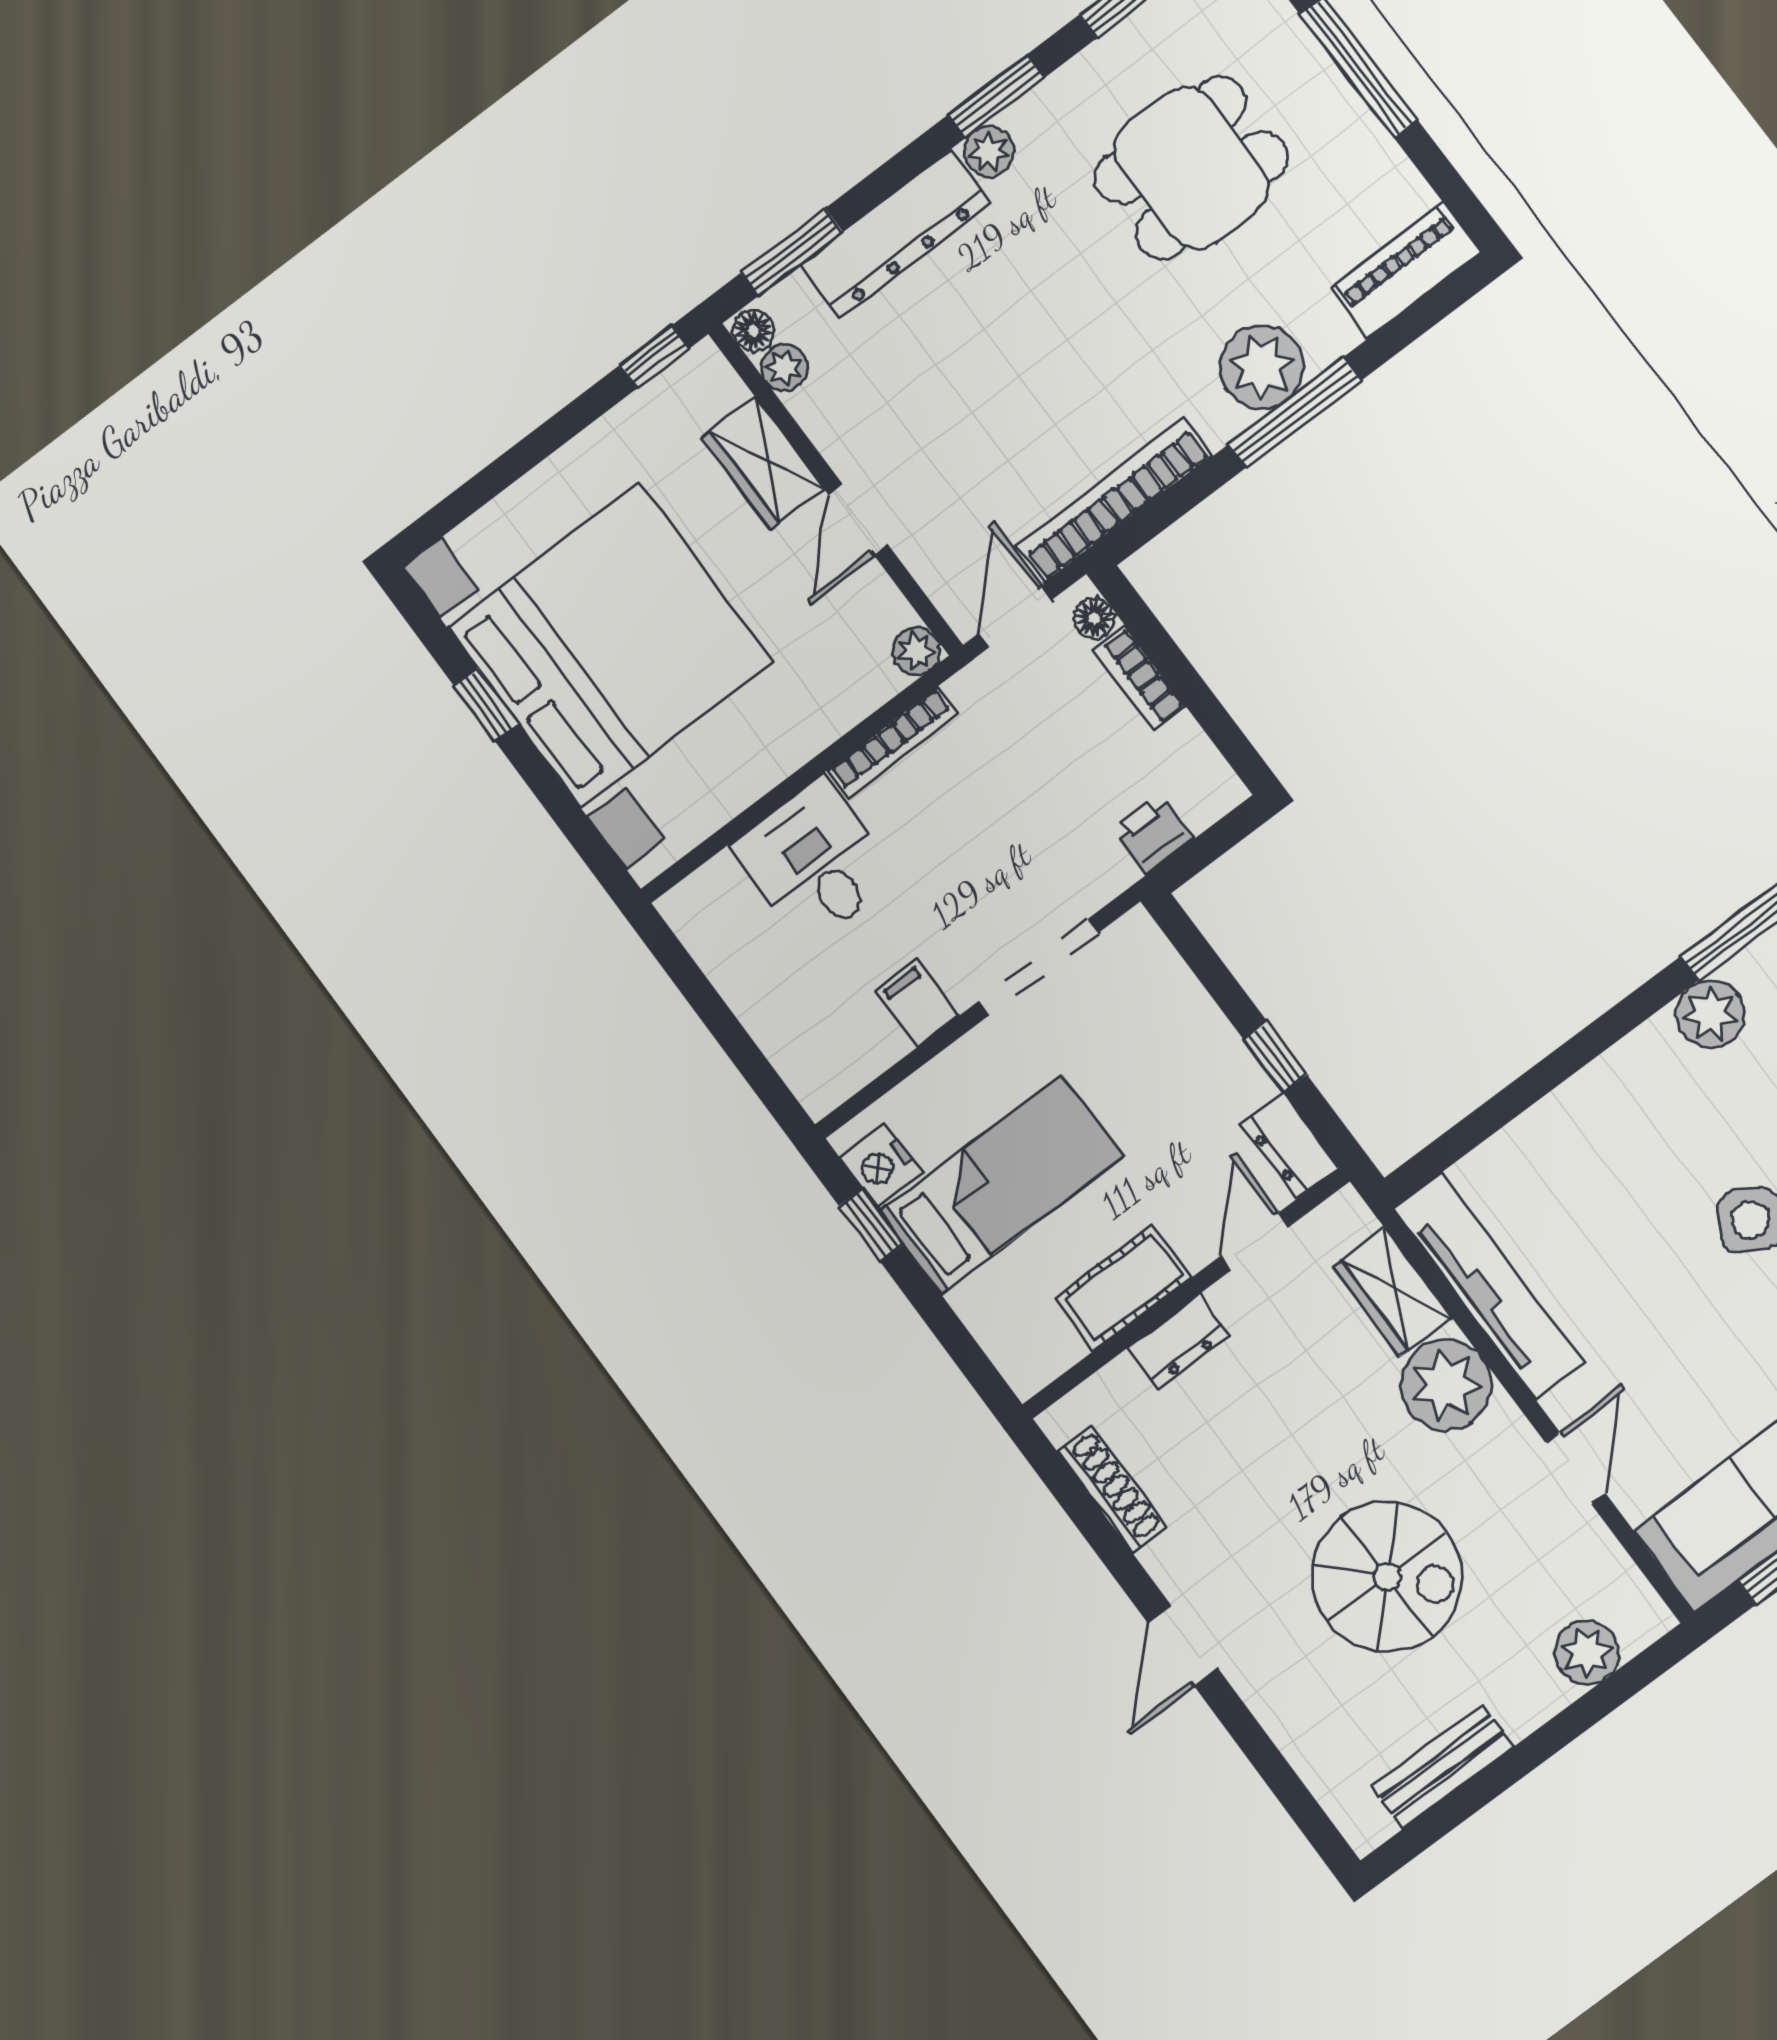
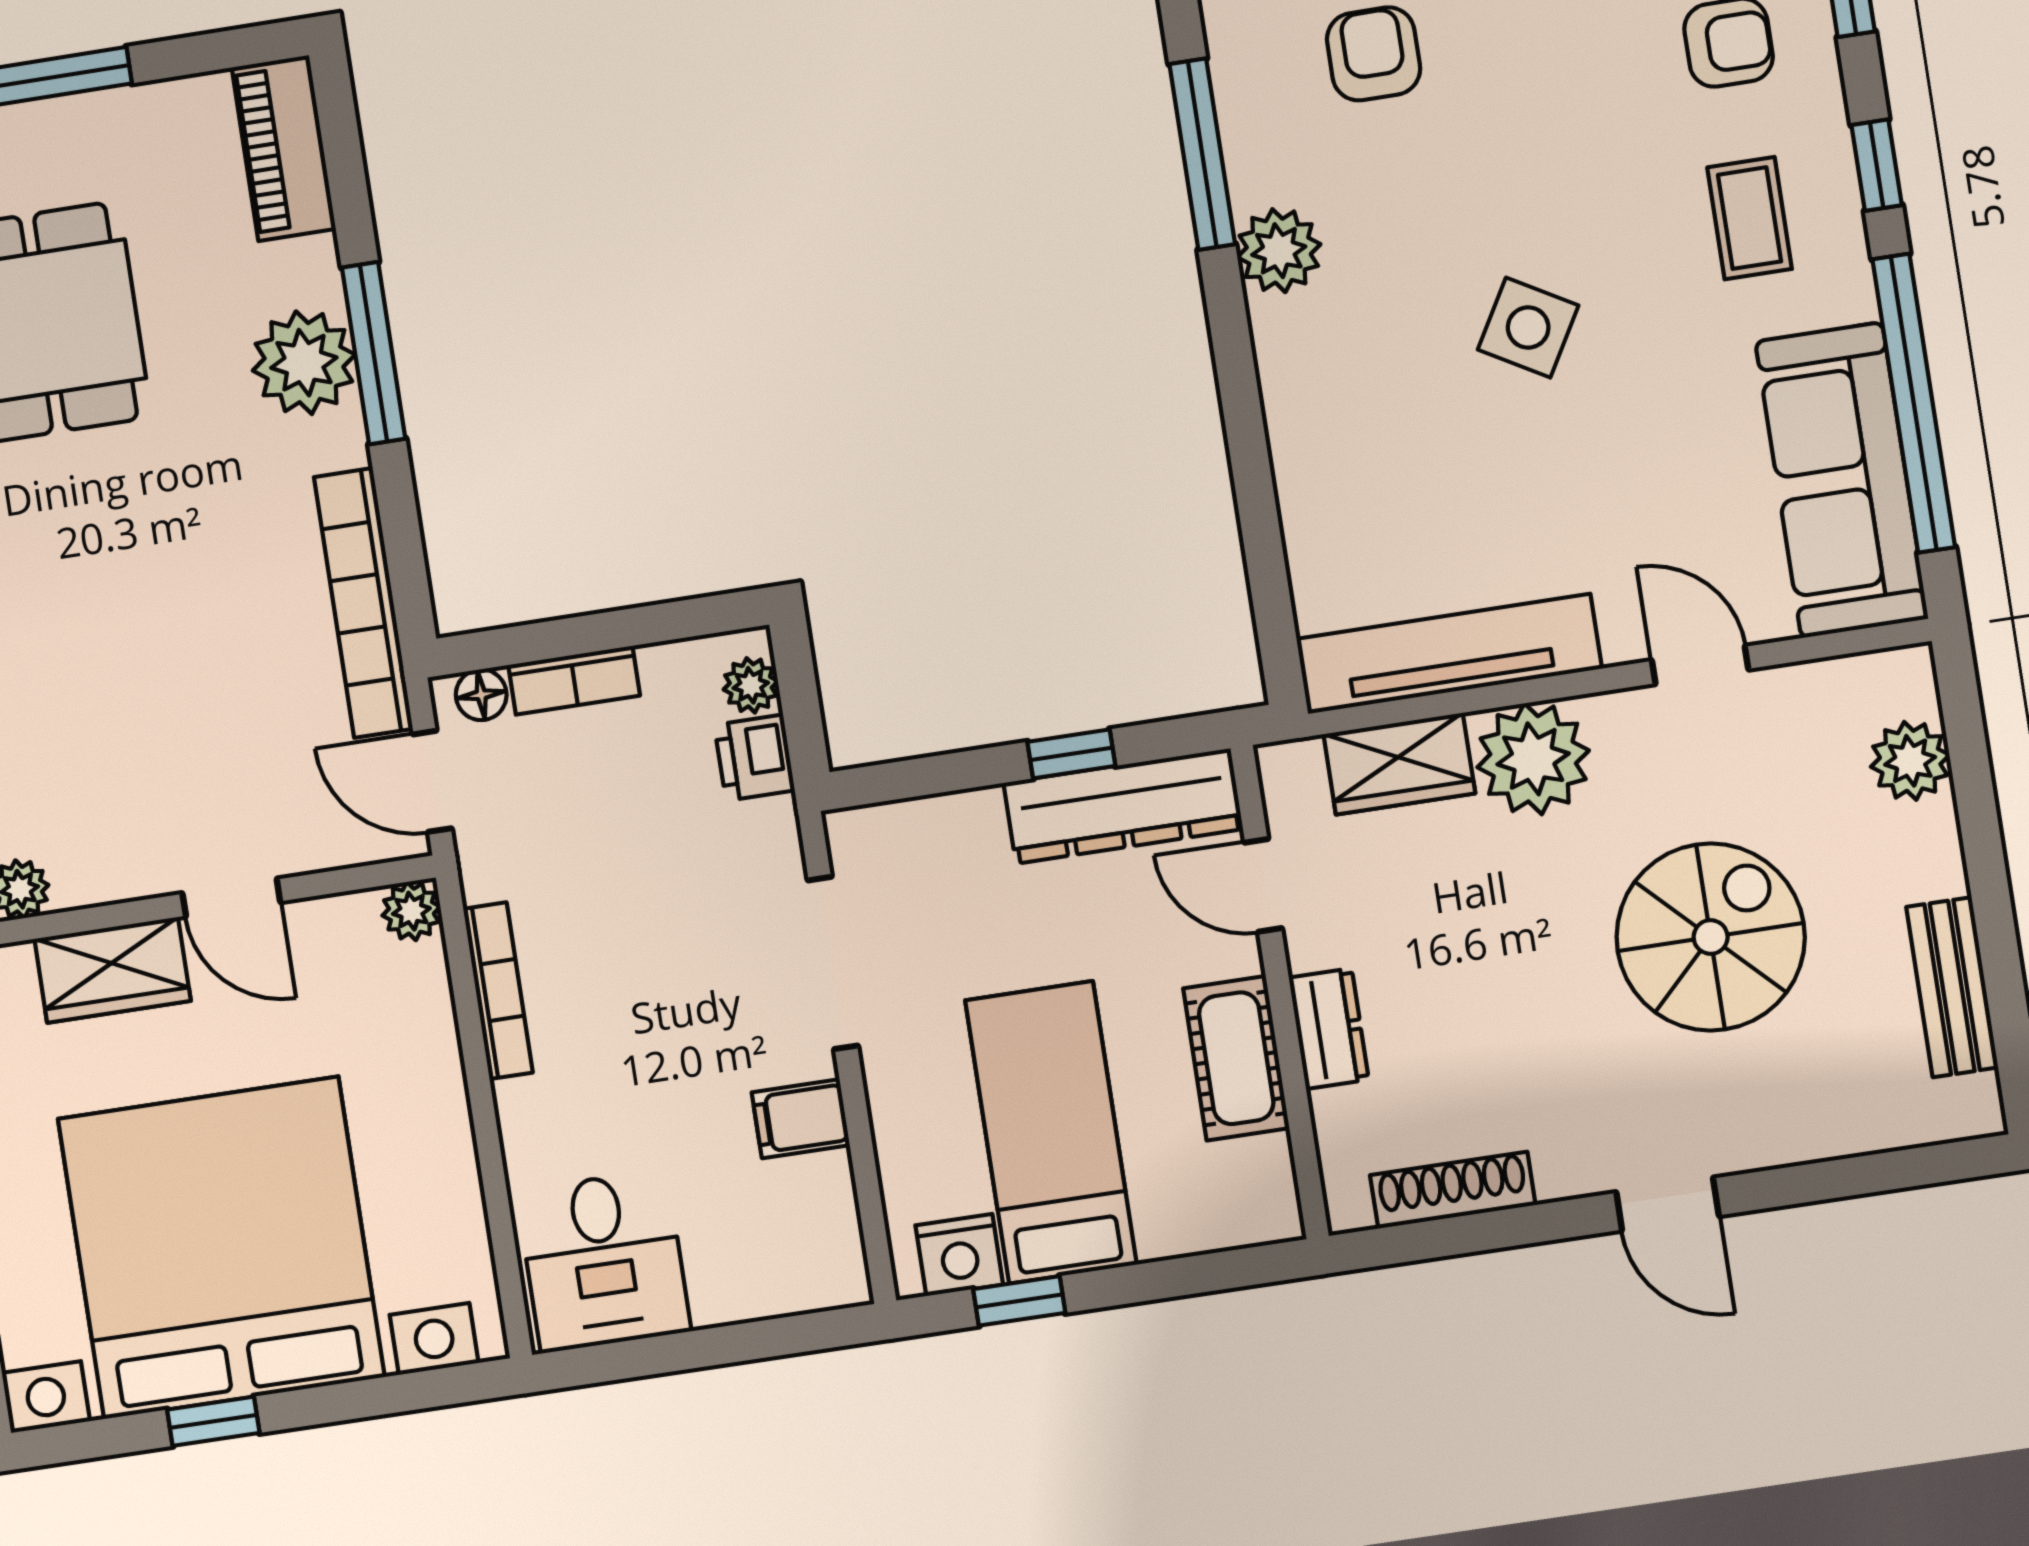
plant: (1203, 805) -> (751, 685), added
desk: (815, 861) -> (604, 1261), moved, turned -90
dresser: (1290, 1145) -> (1123, 806), width x1.96, depth x1.24

